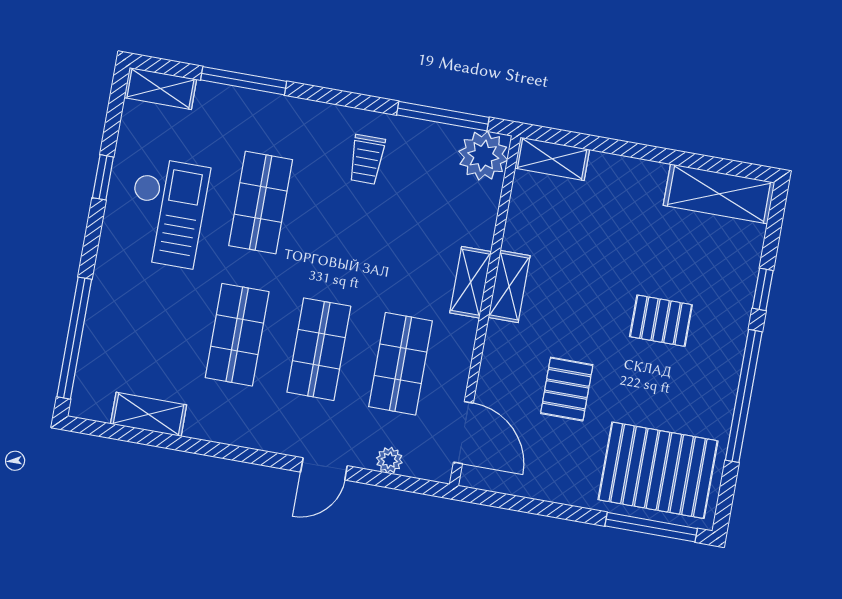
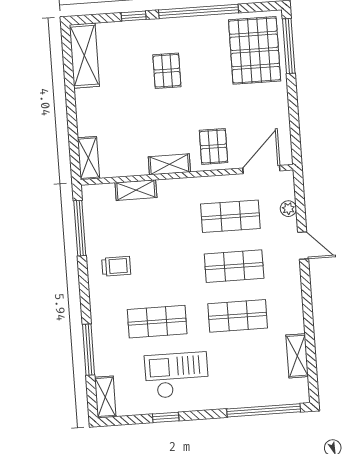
plant: (483, 156) -> (97, 199), removed
shelving: (471, 282) -> (136, 190), moved
pallet: (567, 389) -> (213, 146), moved, turned 90

